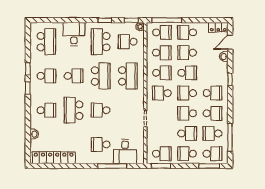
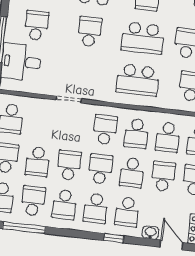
school desk: (212, 73) -> (127, 212), added

